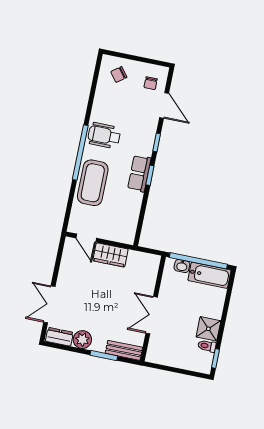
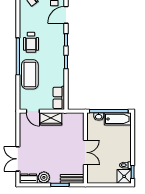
door: (164, 105) -> (66, 15), swing flipped
wheelchair: (104, 135) -> (31, 42), turned -90
row of seats: (139, 173) -> (59, 98), moved
double door: (152, 315) -> (85, 152), swing flipped
shower: (208, 329) -> (124, 176), moved

